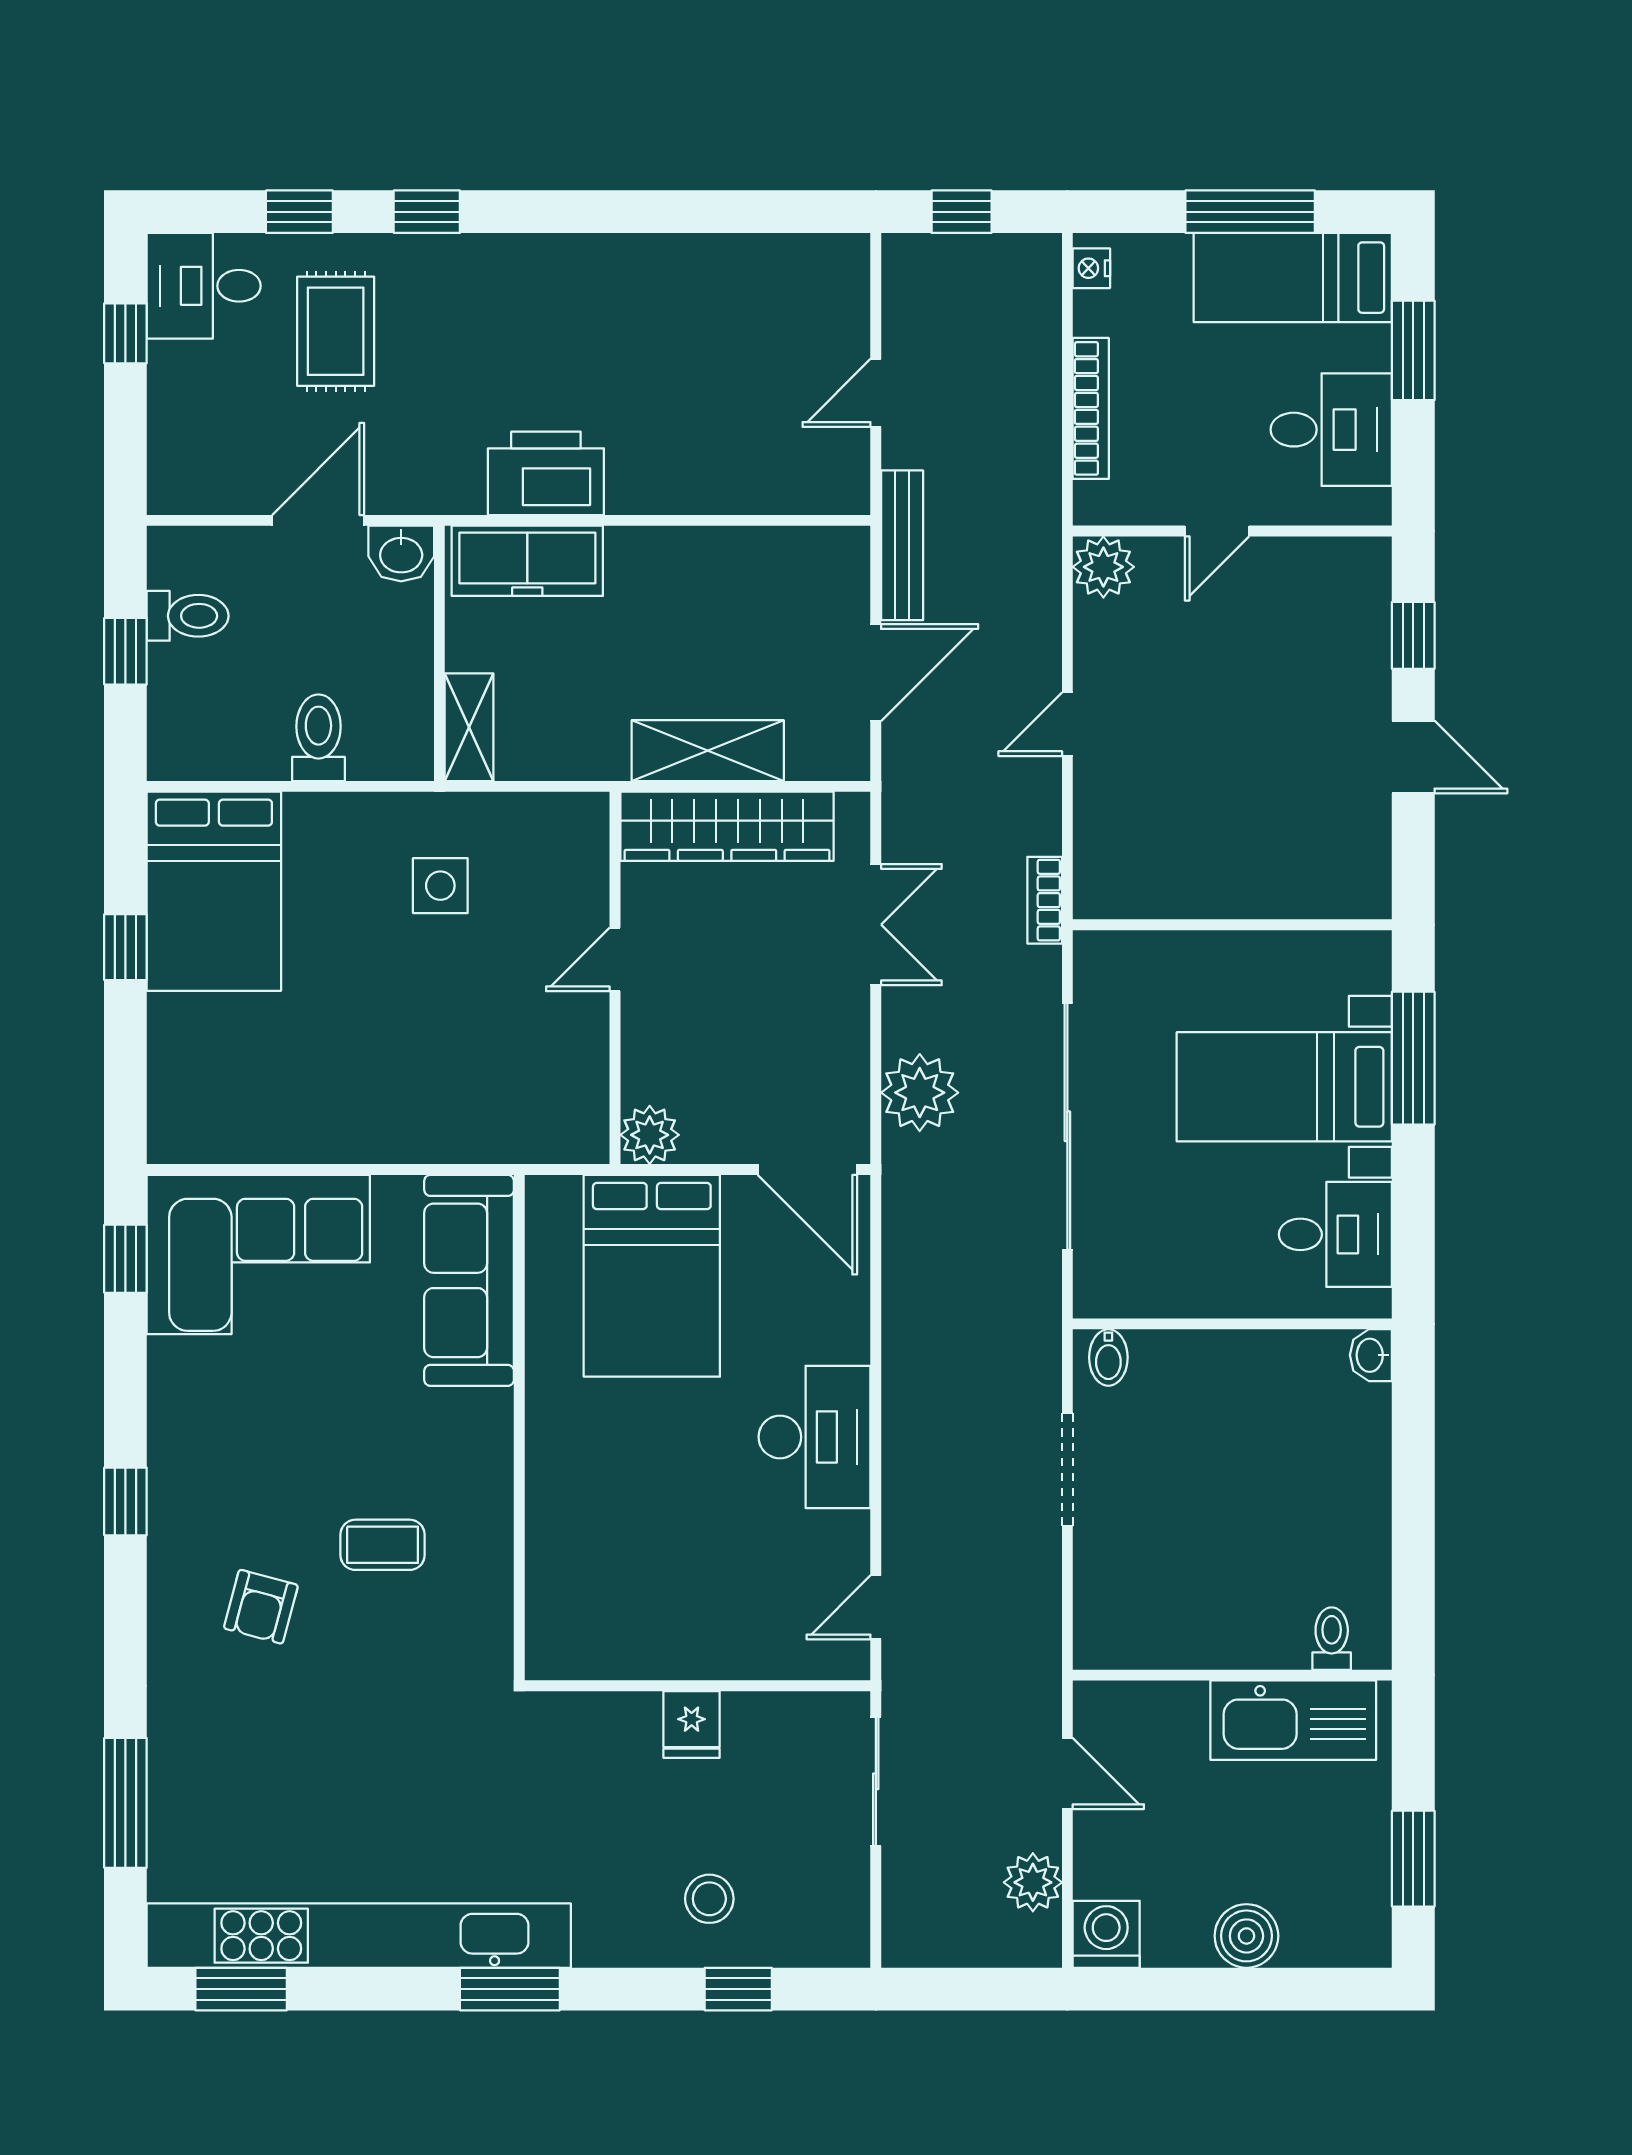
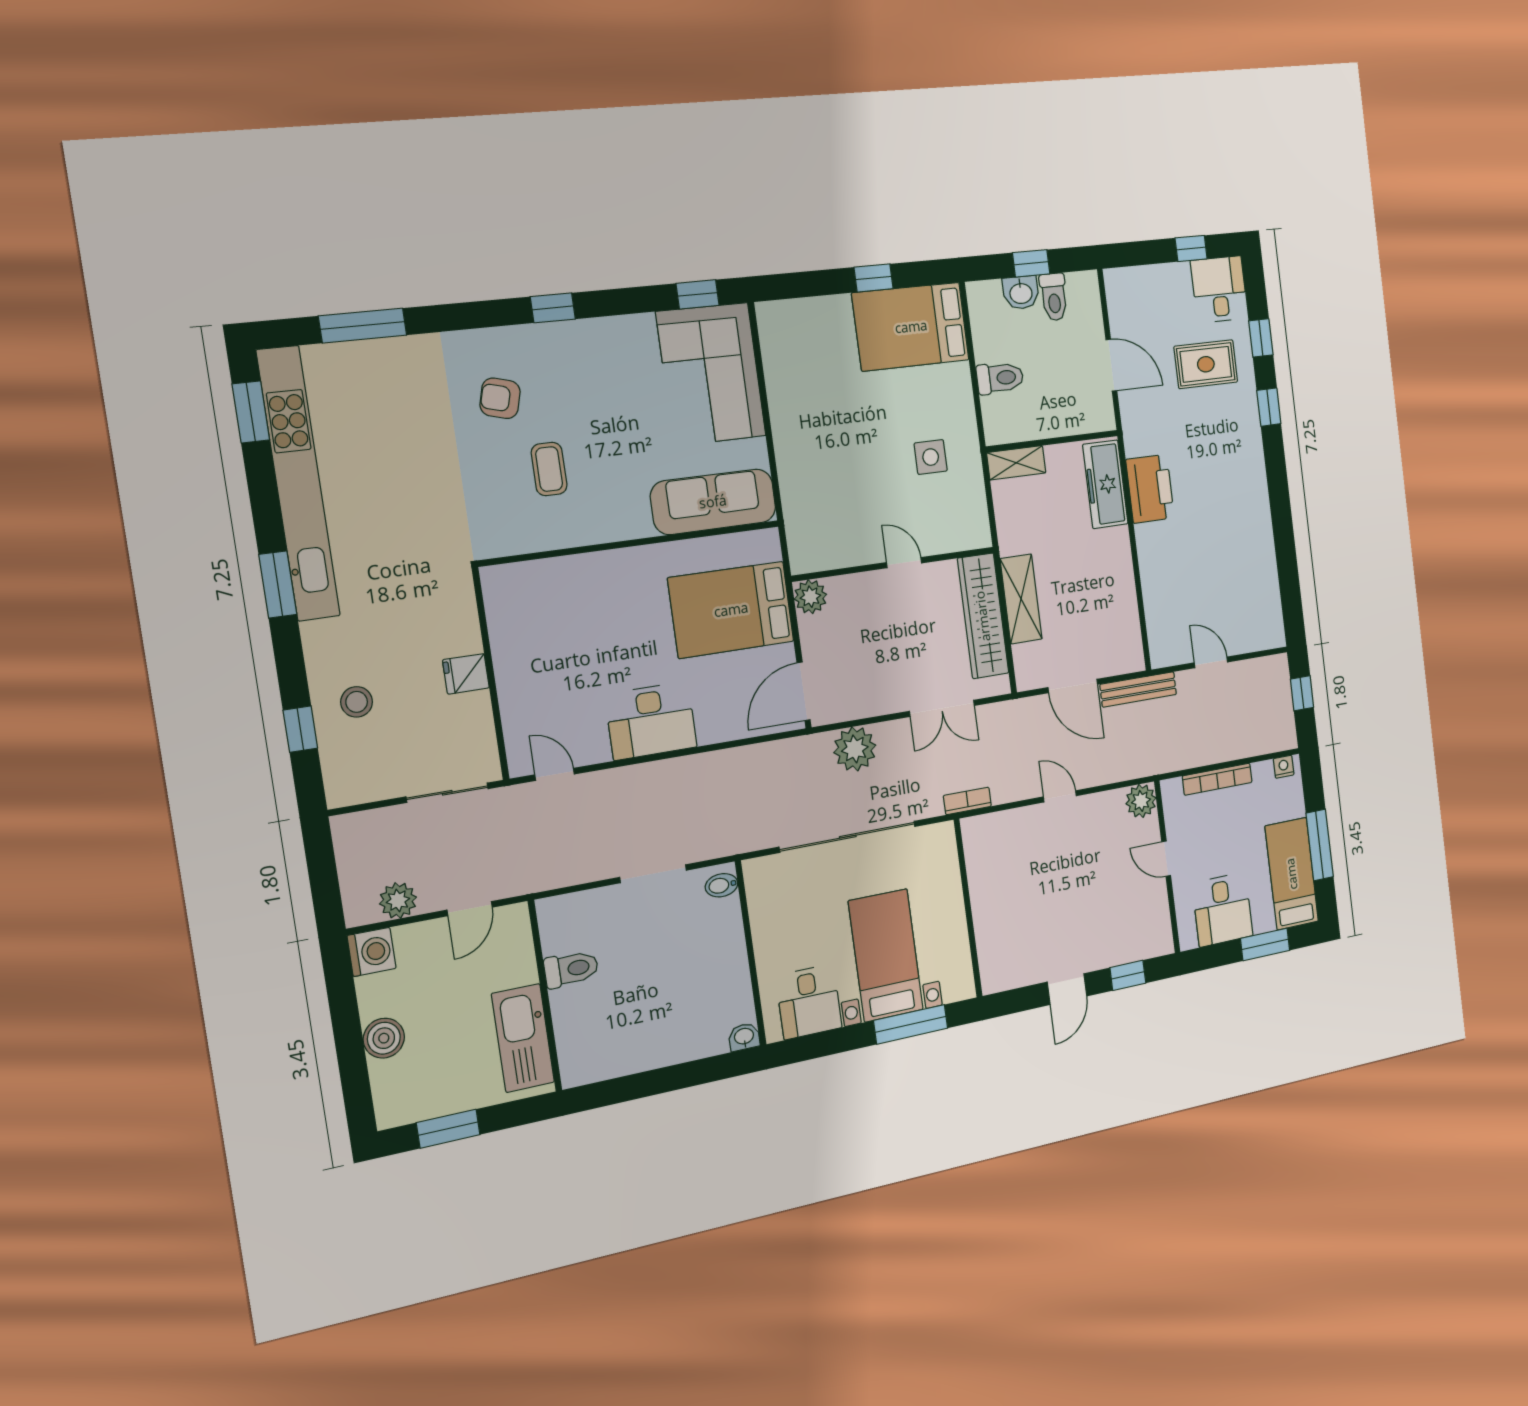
washbasin: (401, 553) -> (1021, 293), moved, turned -90
toilet: (1332, 1639) -> (571, 969), moved, width x1.37, depth x1.39

